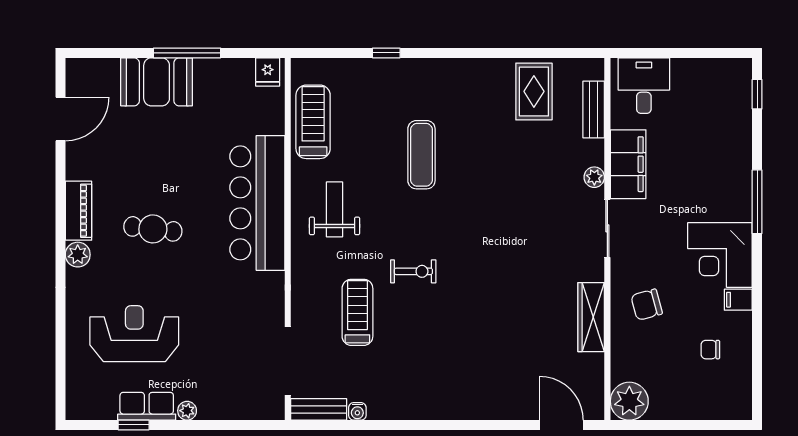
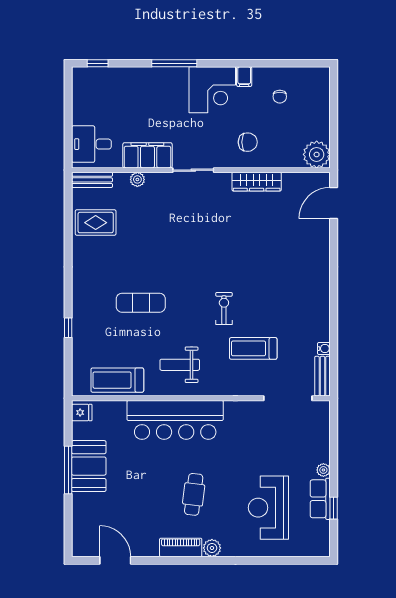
booth: (157, 82) -> (89, 466), moved
bench: (594, 109) -> (92, 180), moved
plant: (594, 177) -> (137, 179), moved
chair: (647, 305) -> (248, 142), turned -75

